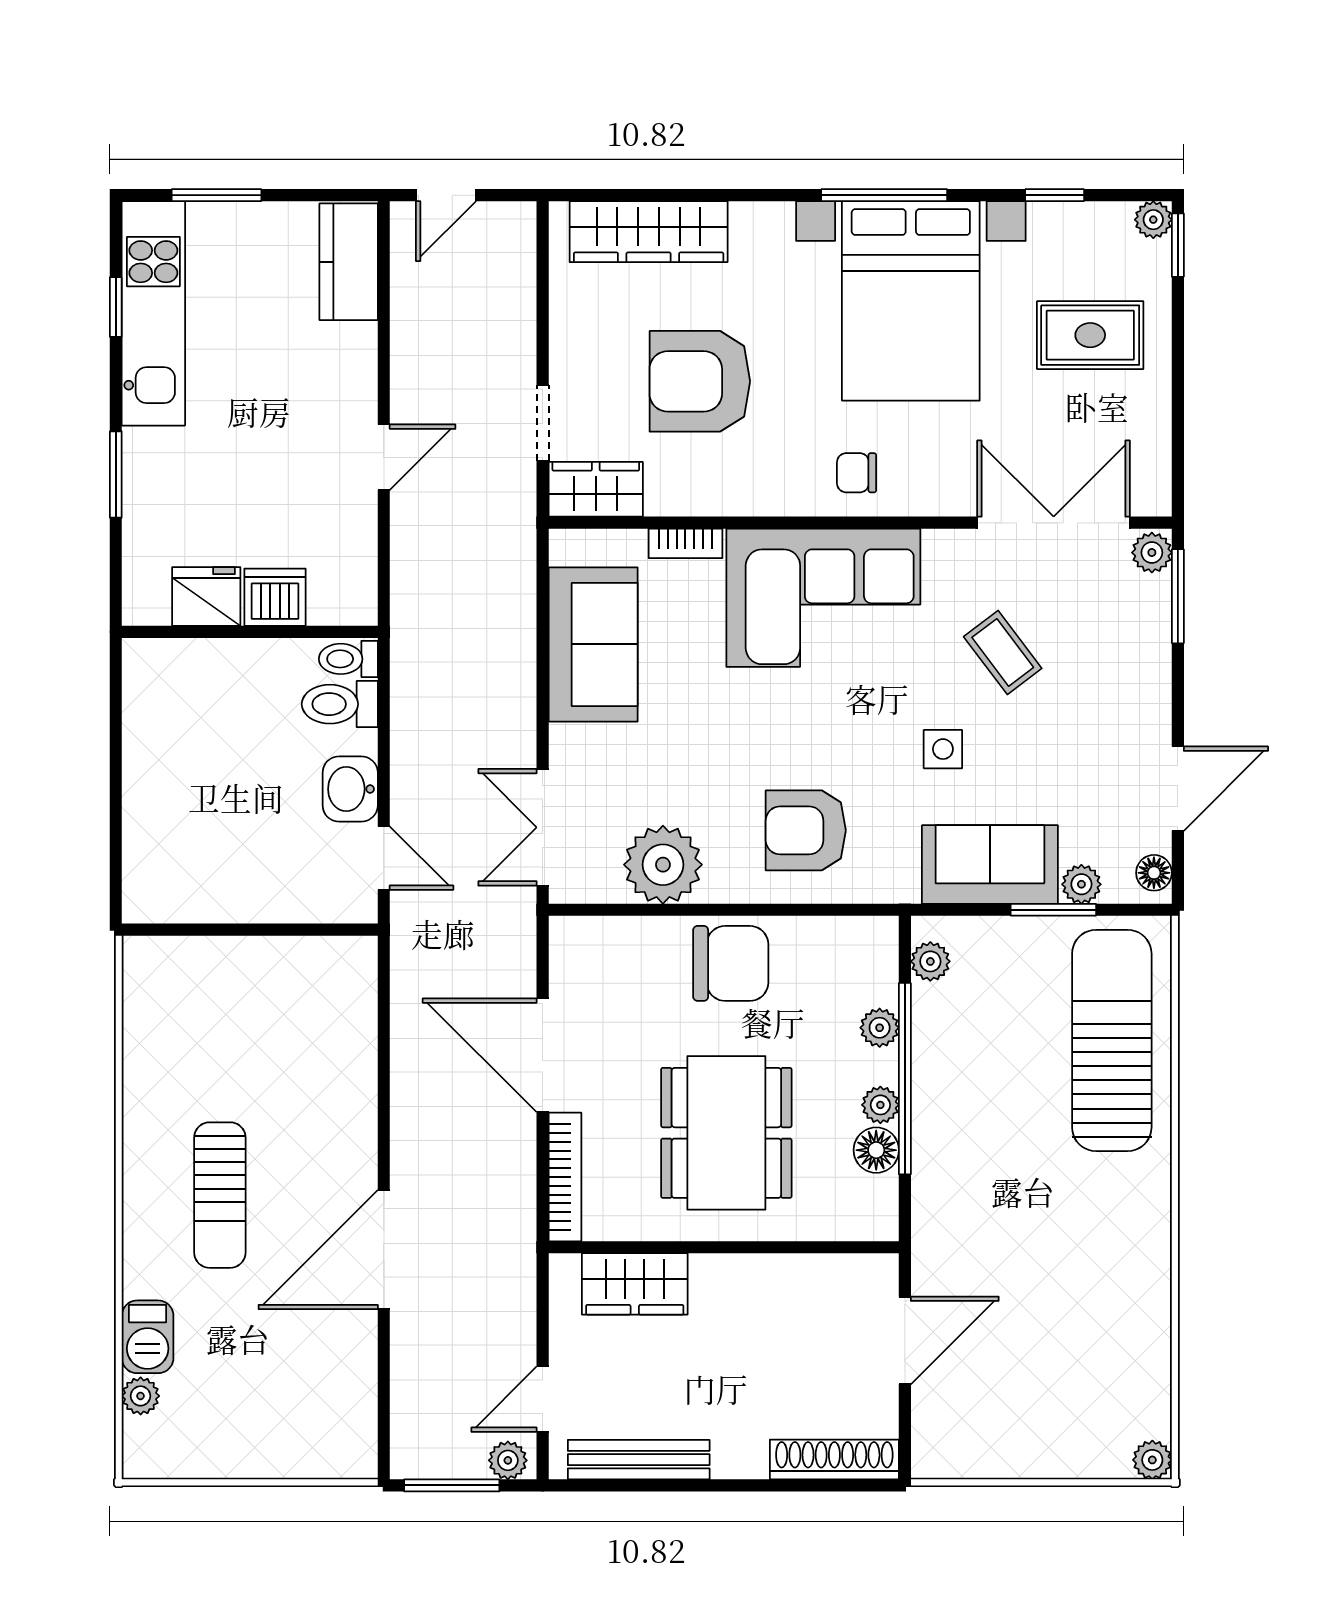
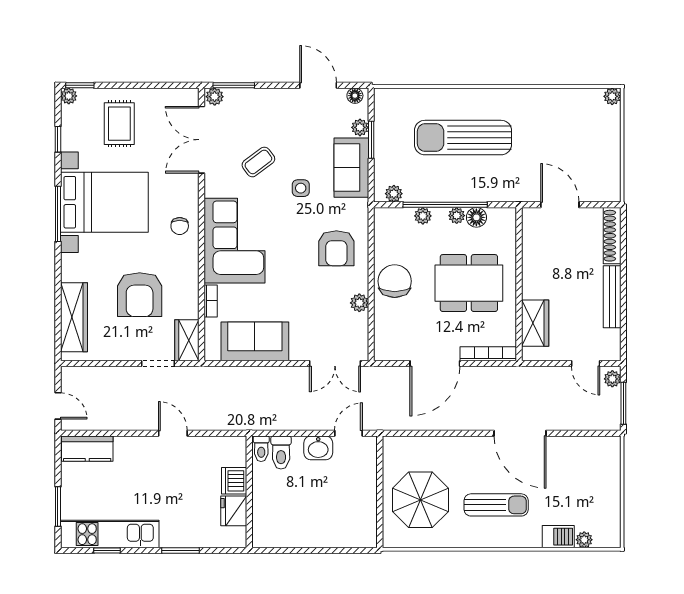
plant: (663, 865) -> (359, 303), width x0.53, depth x0.53
parasol: (232, 1022) -> (420, 500), added
sun lounger: (1112, 1040) -> (463, 138), moved
bench: (639, 1460) -> (612, 297), moved

